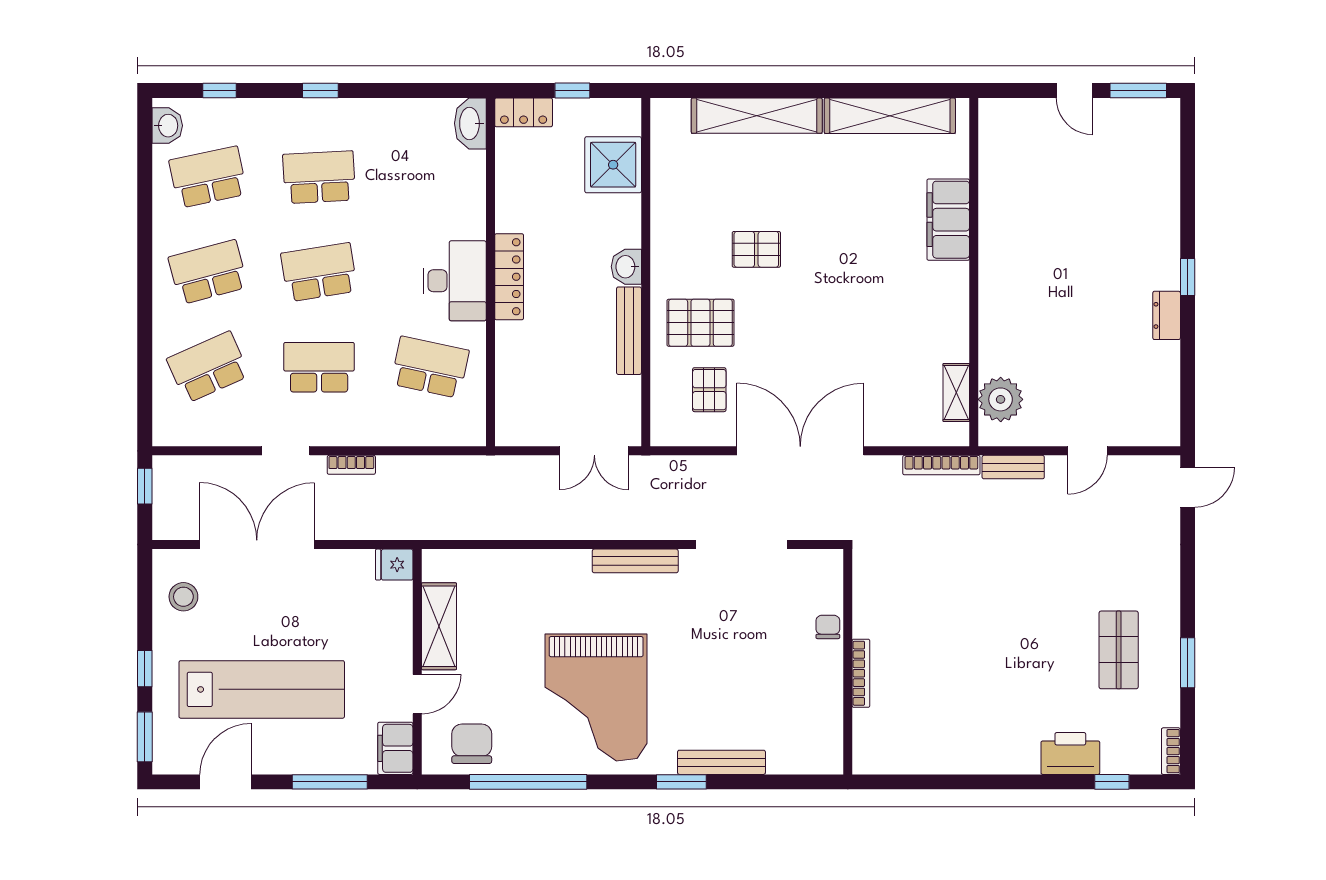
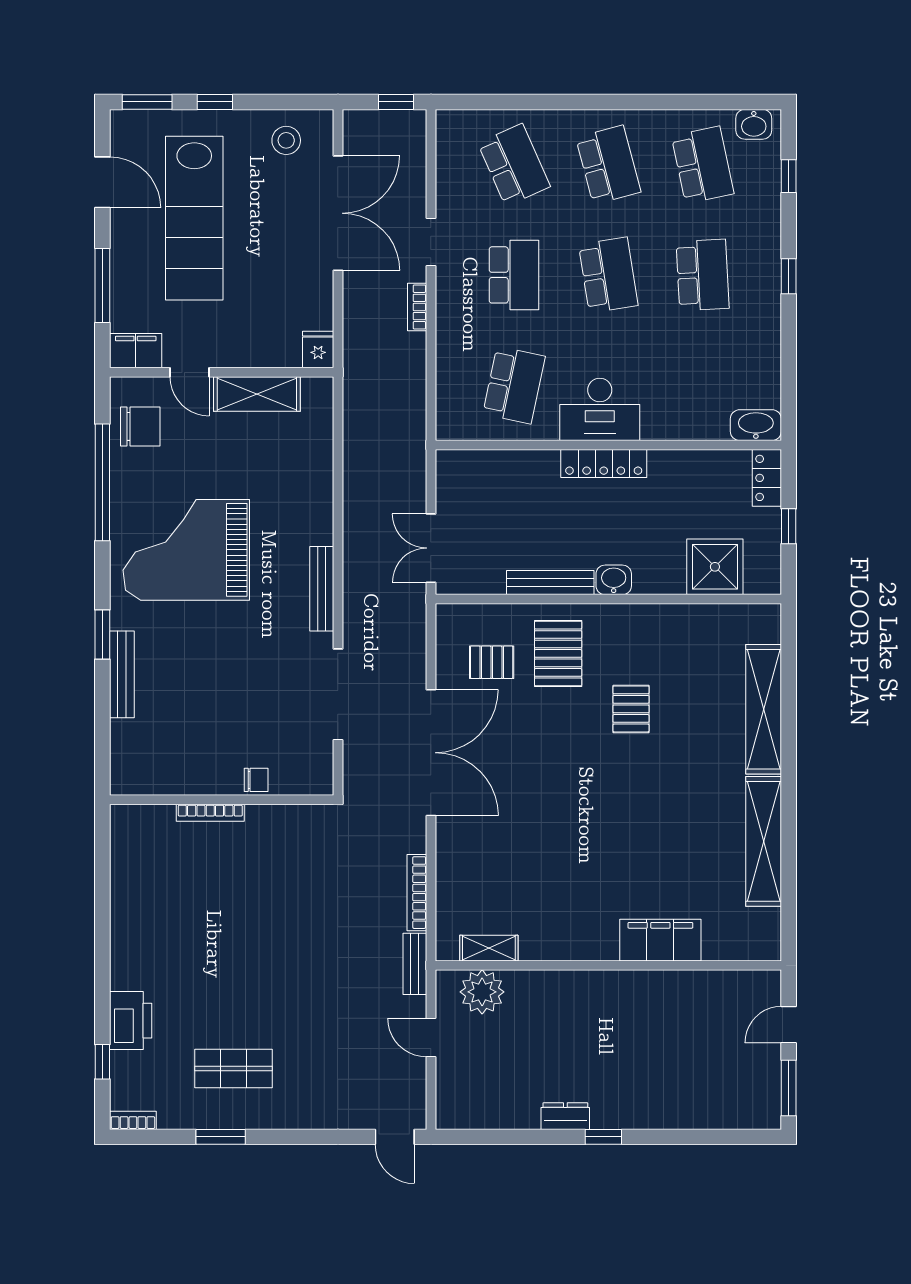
filing cabinet: (948, 220) -> (660, 940), moved
wall: (974, 272) -> (608, 965), moved
shelving: (956, 392) -> (489, 948), moved
plant: (1001, 399) -> (482, 992), moved

